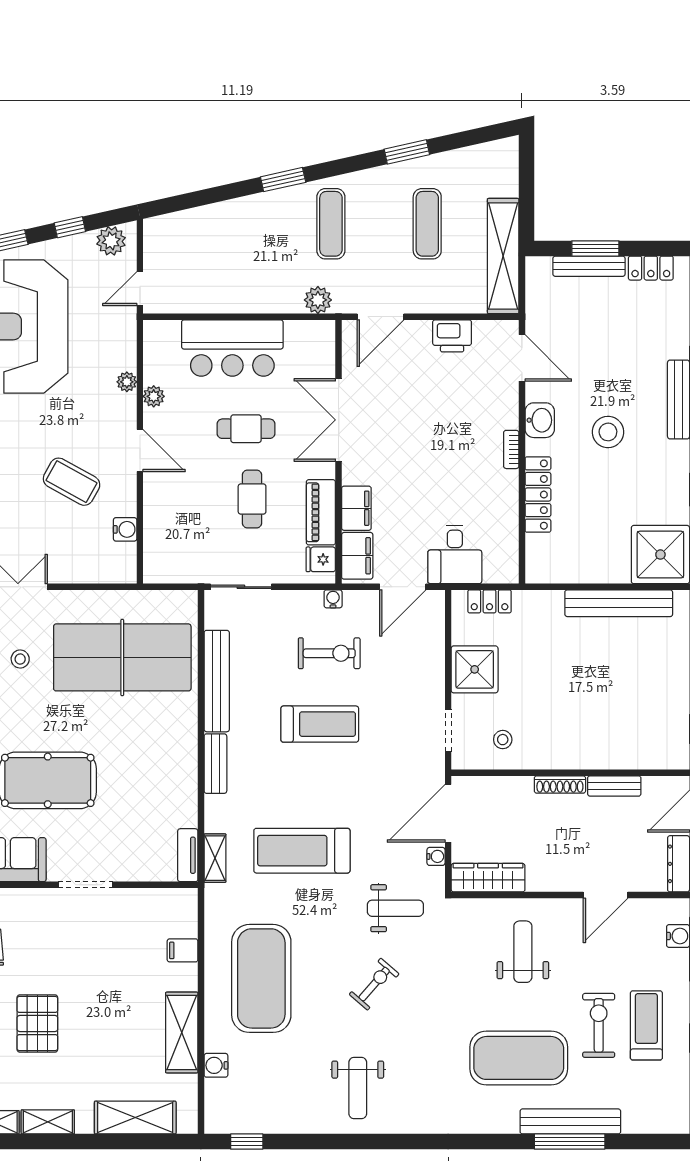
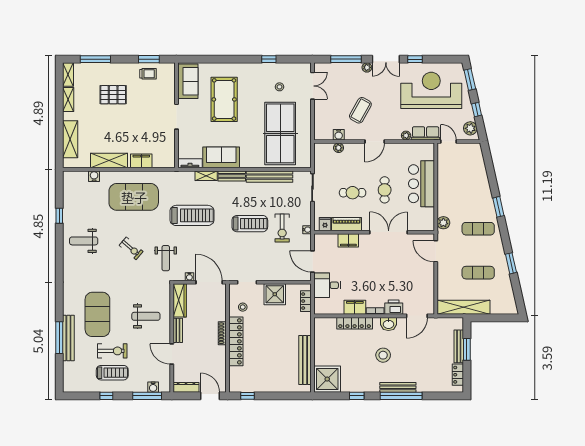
printer: (452, 336) -> (394, 307), moved, turned 90
row of seats: (122, 339) -> (426, 133), added
plant: (154, 396) -> (339, 148), moved
filing cabinet: (357, 556) -> (355, 307), moved, turned 180
treadmill: (320, 724) -> (250, 224), turned -90
locker: (578, 755) -> (236, 341), added
bench: (614, 786) -> (178, 330), moved
sofa: (175, 787) -> (221, 157), added
treadmill: (302, 851) -> (192, 215), turned 90
shelving: (215, 858) -> (206, 176), moved
filing cabinet: (183, 950) -> (141, 161), width x2.00
window: (247, 1142) -> (59, 216), moved

